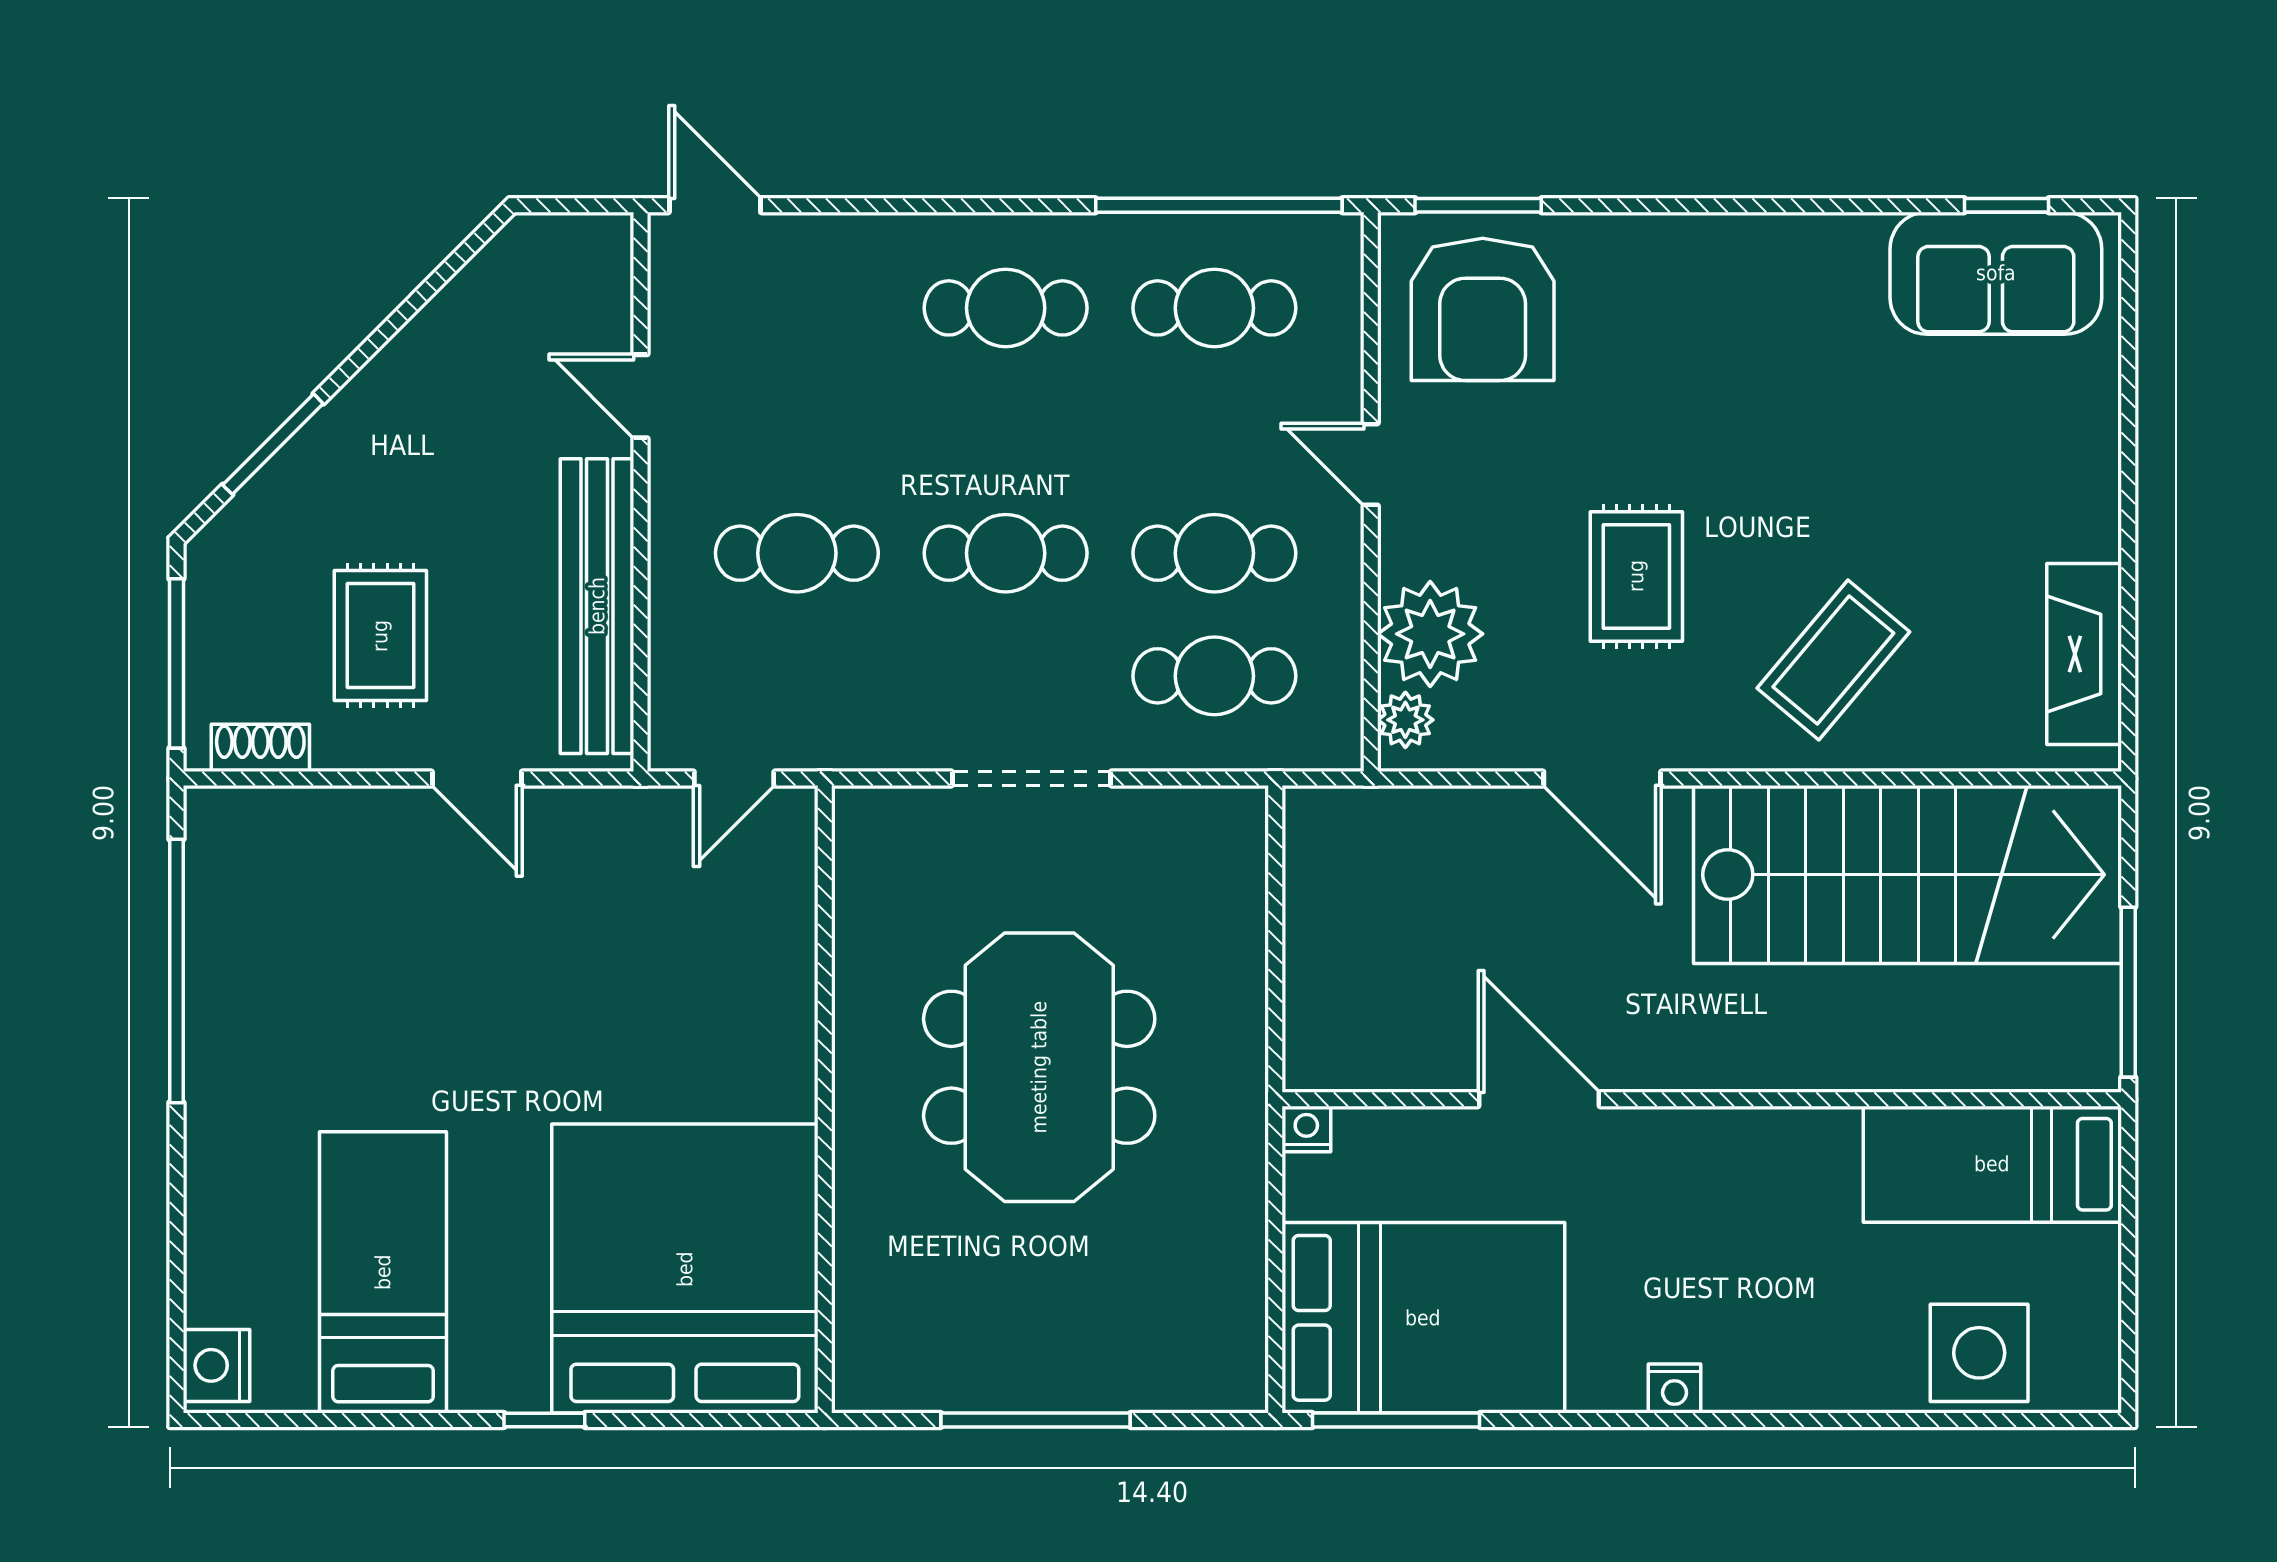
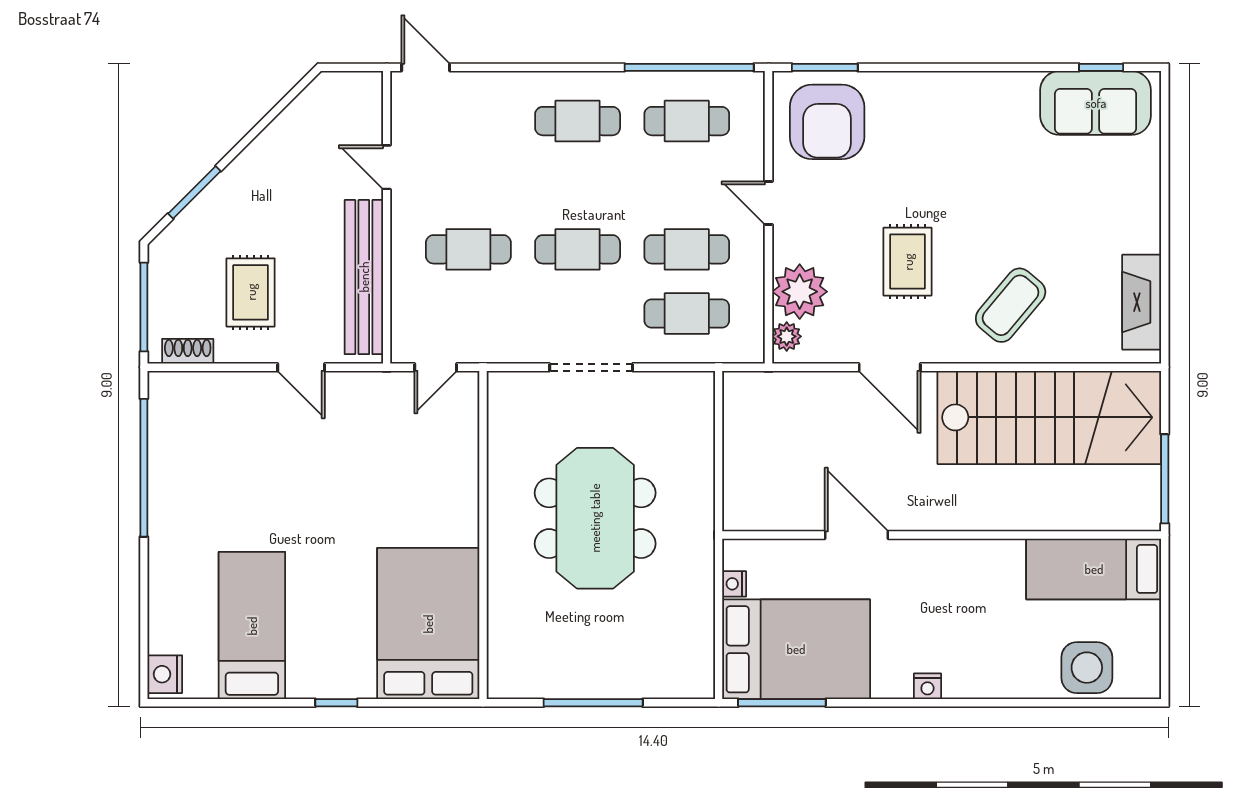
nightstand: (1306, 1129) -> (734, 584), moved, turned -90
bed: (685, 1269) -> (428, 624), width x0.73

